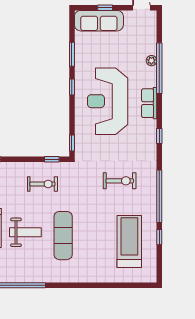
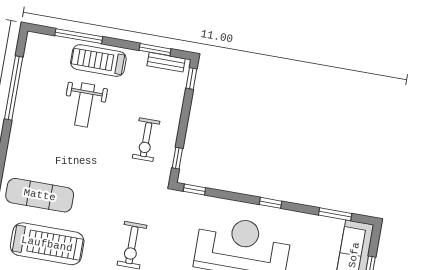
window: (72, 54) -> (335, 214), moved
exercise mat: (63, 236) -> (40, 195), moved

